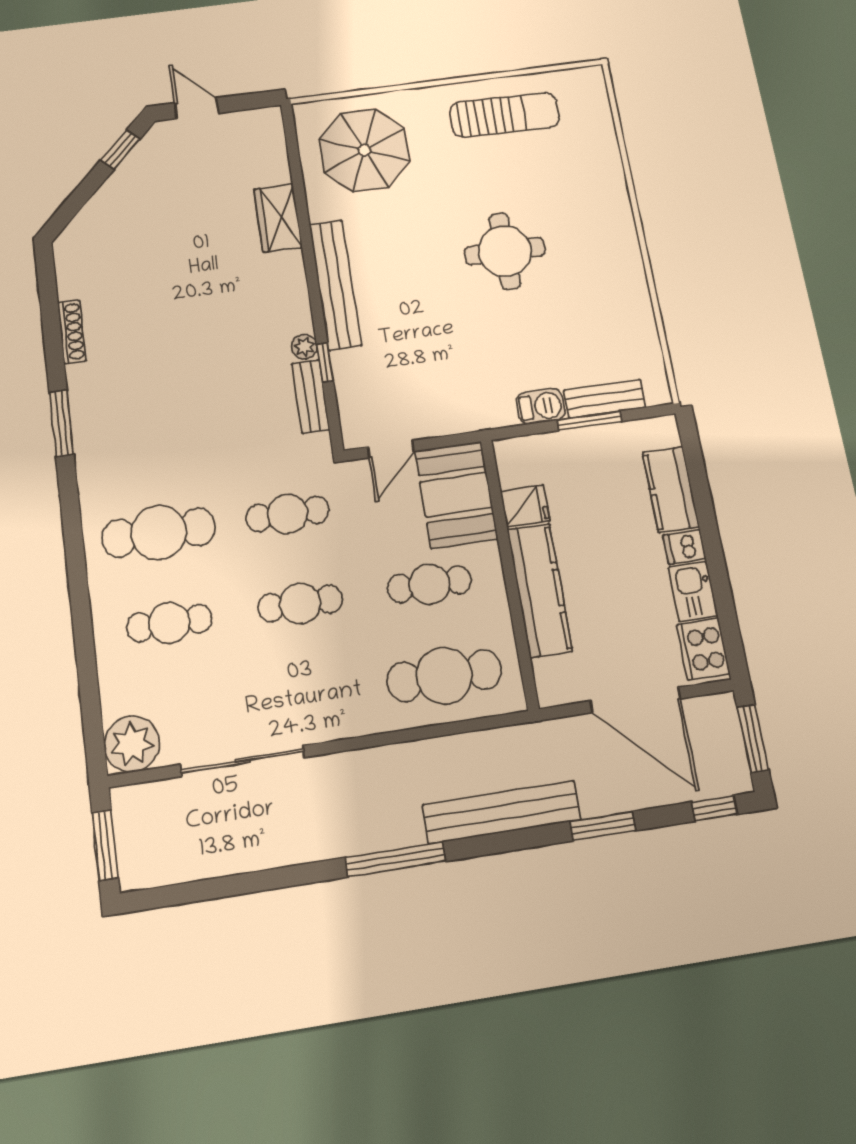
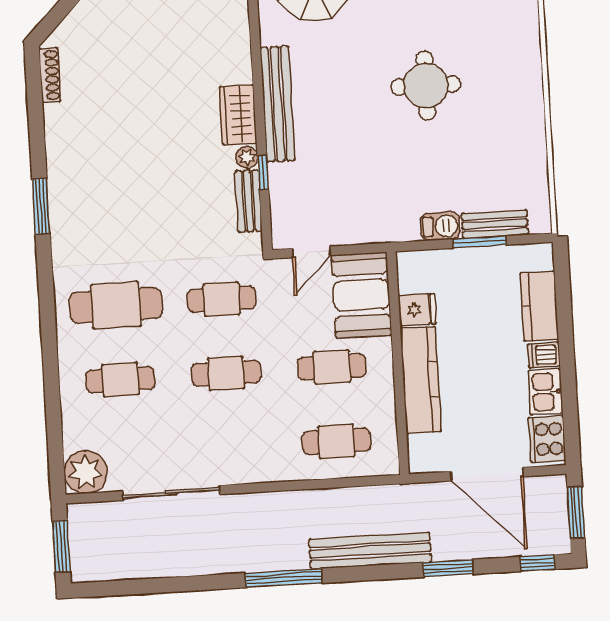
wardrobe: (278, 218) -> (238, 115), moved
shoe rack: (72, 332) -> (50, 75), moved
cafe table: (444, 676) -> (336, 441), width x0.73, depth x0.74

